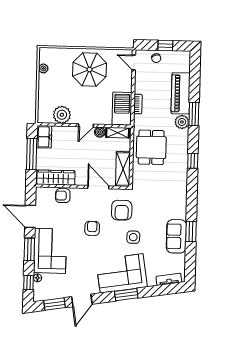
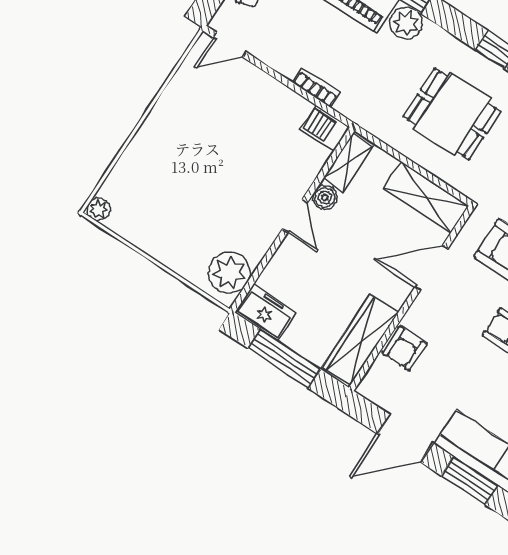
plant: (43, 68) -> (98, 209), moved
parasol: (90, 69) -> (189, 140), removed
barbecue: (122, 109) -> (325, 128), width x0.53, depth x0.65
plant: (62, 115) -> (229, 273), moved
dining table: (151, 147) -> (452, 114), moved

